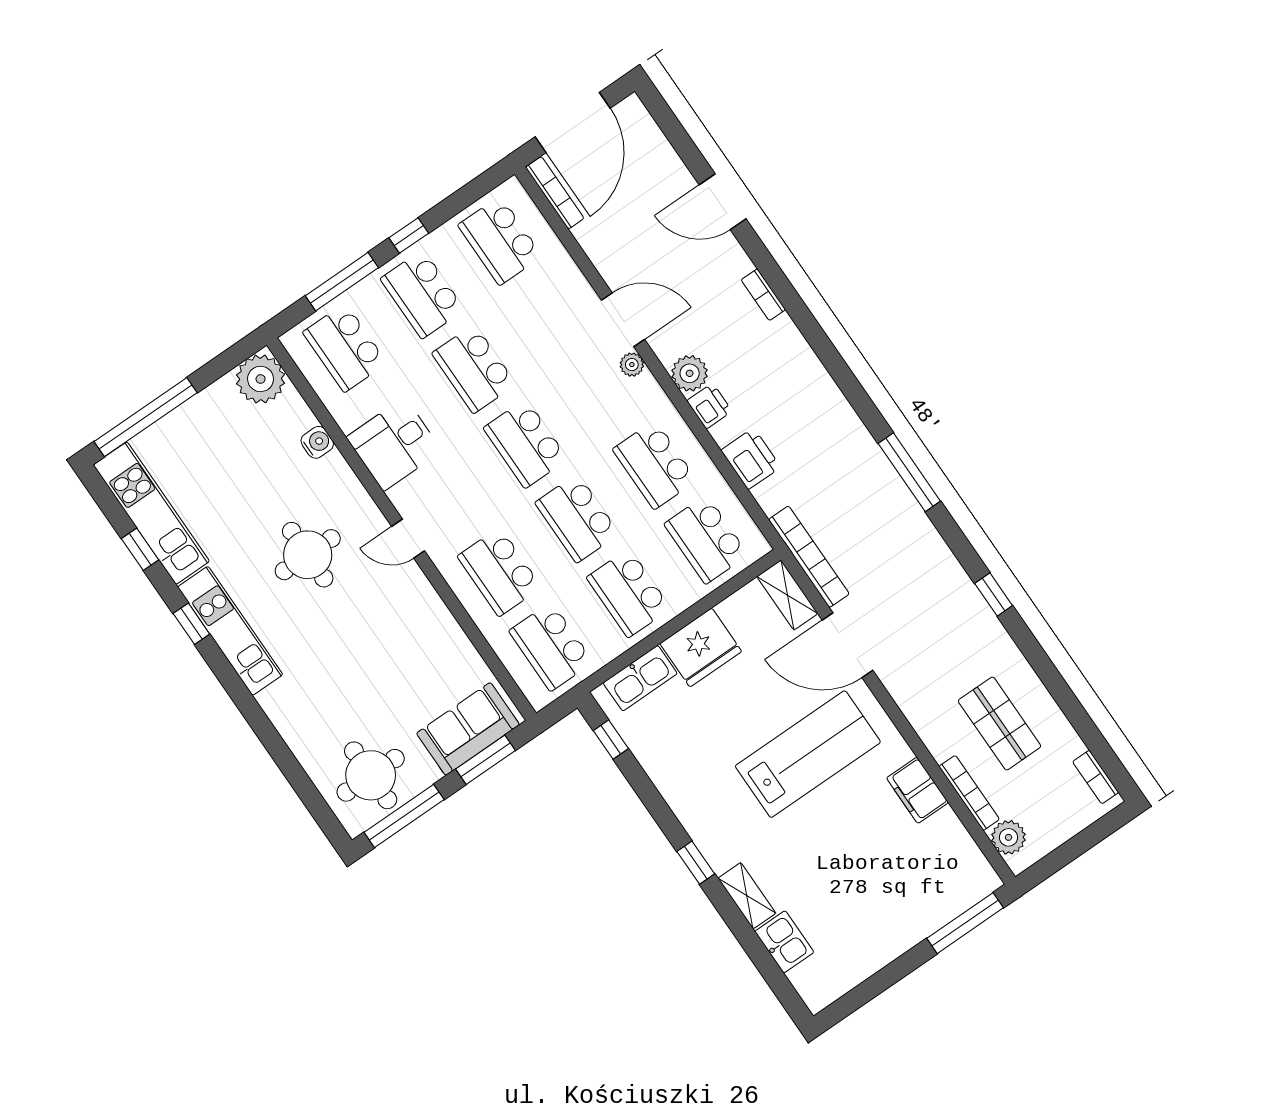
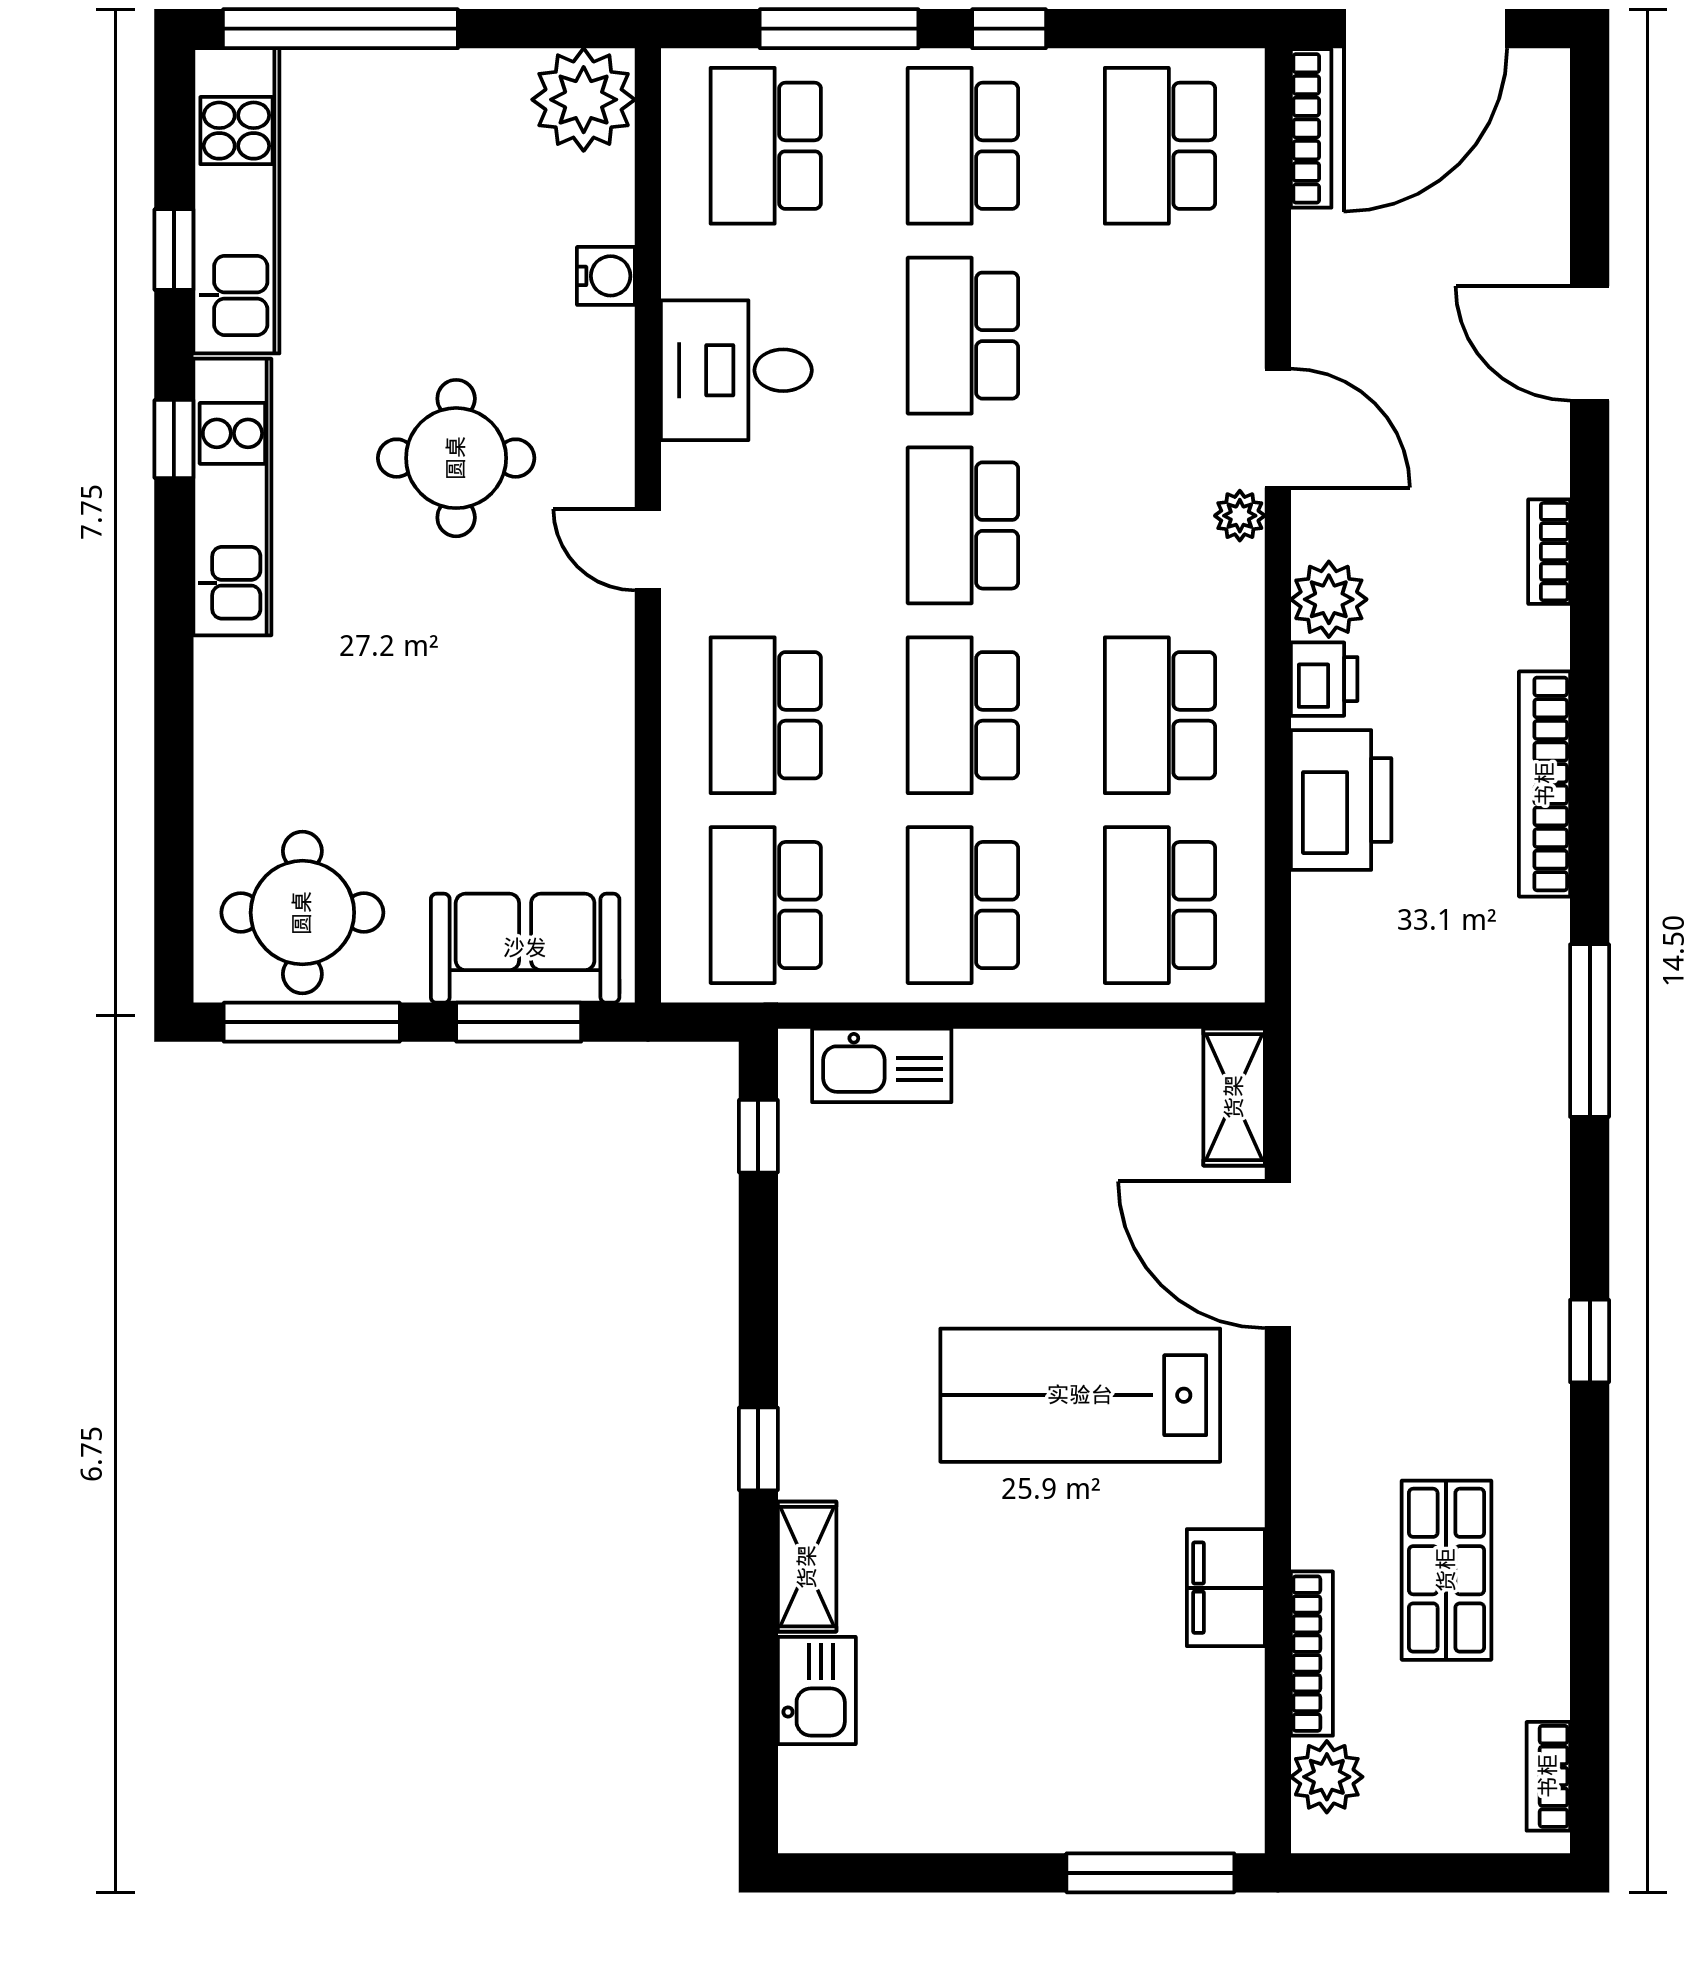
printer: (751, 459) -> (1341, 800), width x1.37, depth x1.19
bookcase: (809, 557) -> (1545, 784), moved, turned 180
fridge: (701, 647) -> (1023, 1085), removed
lab bench: (808, 754) -> (1080, 1395), turned 180

